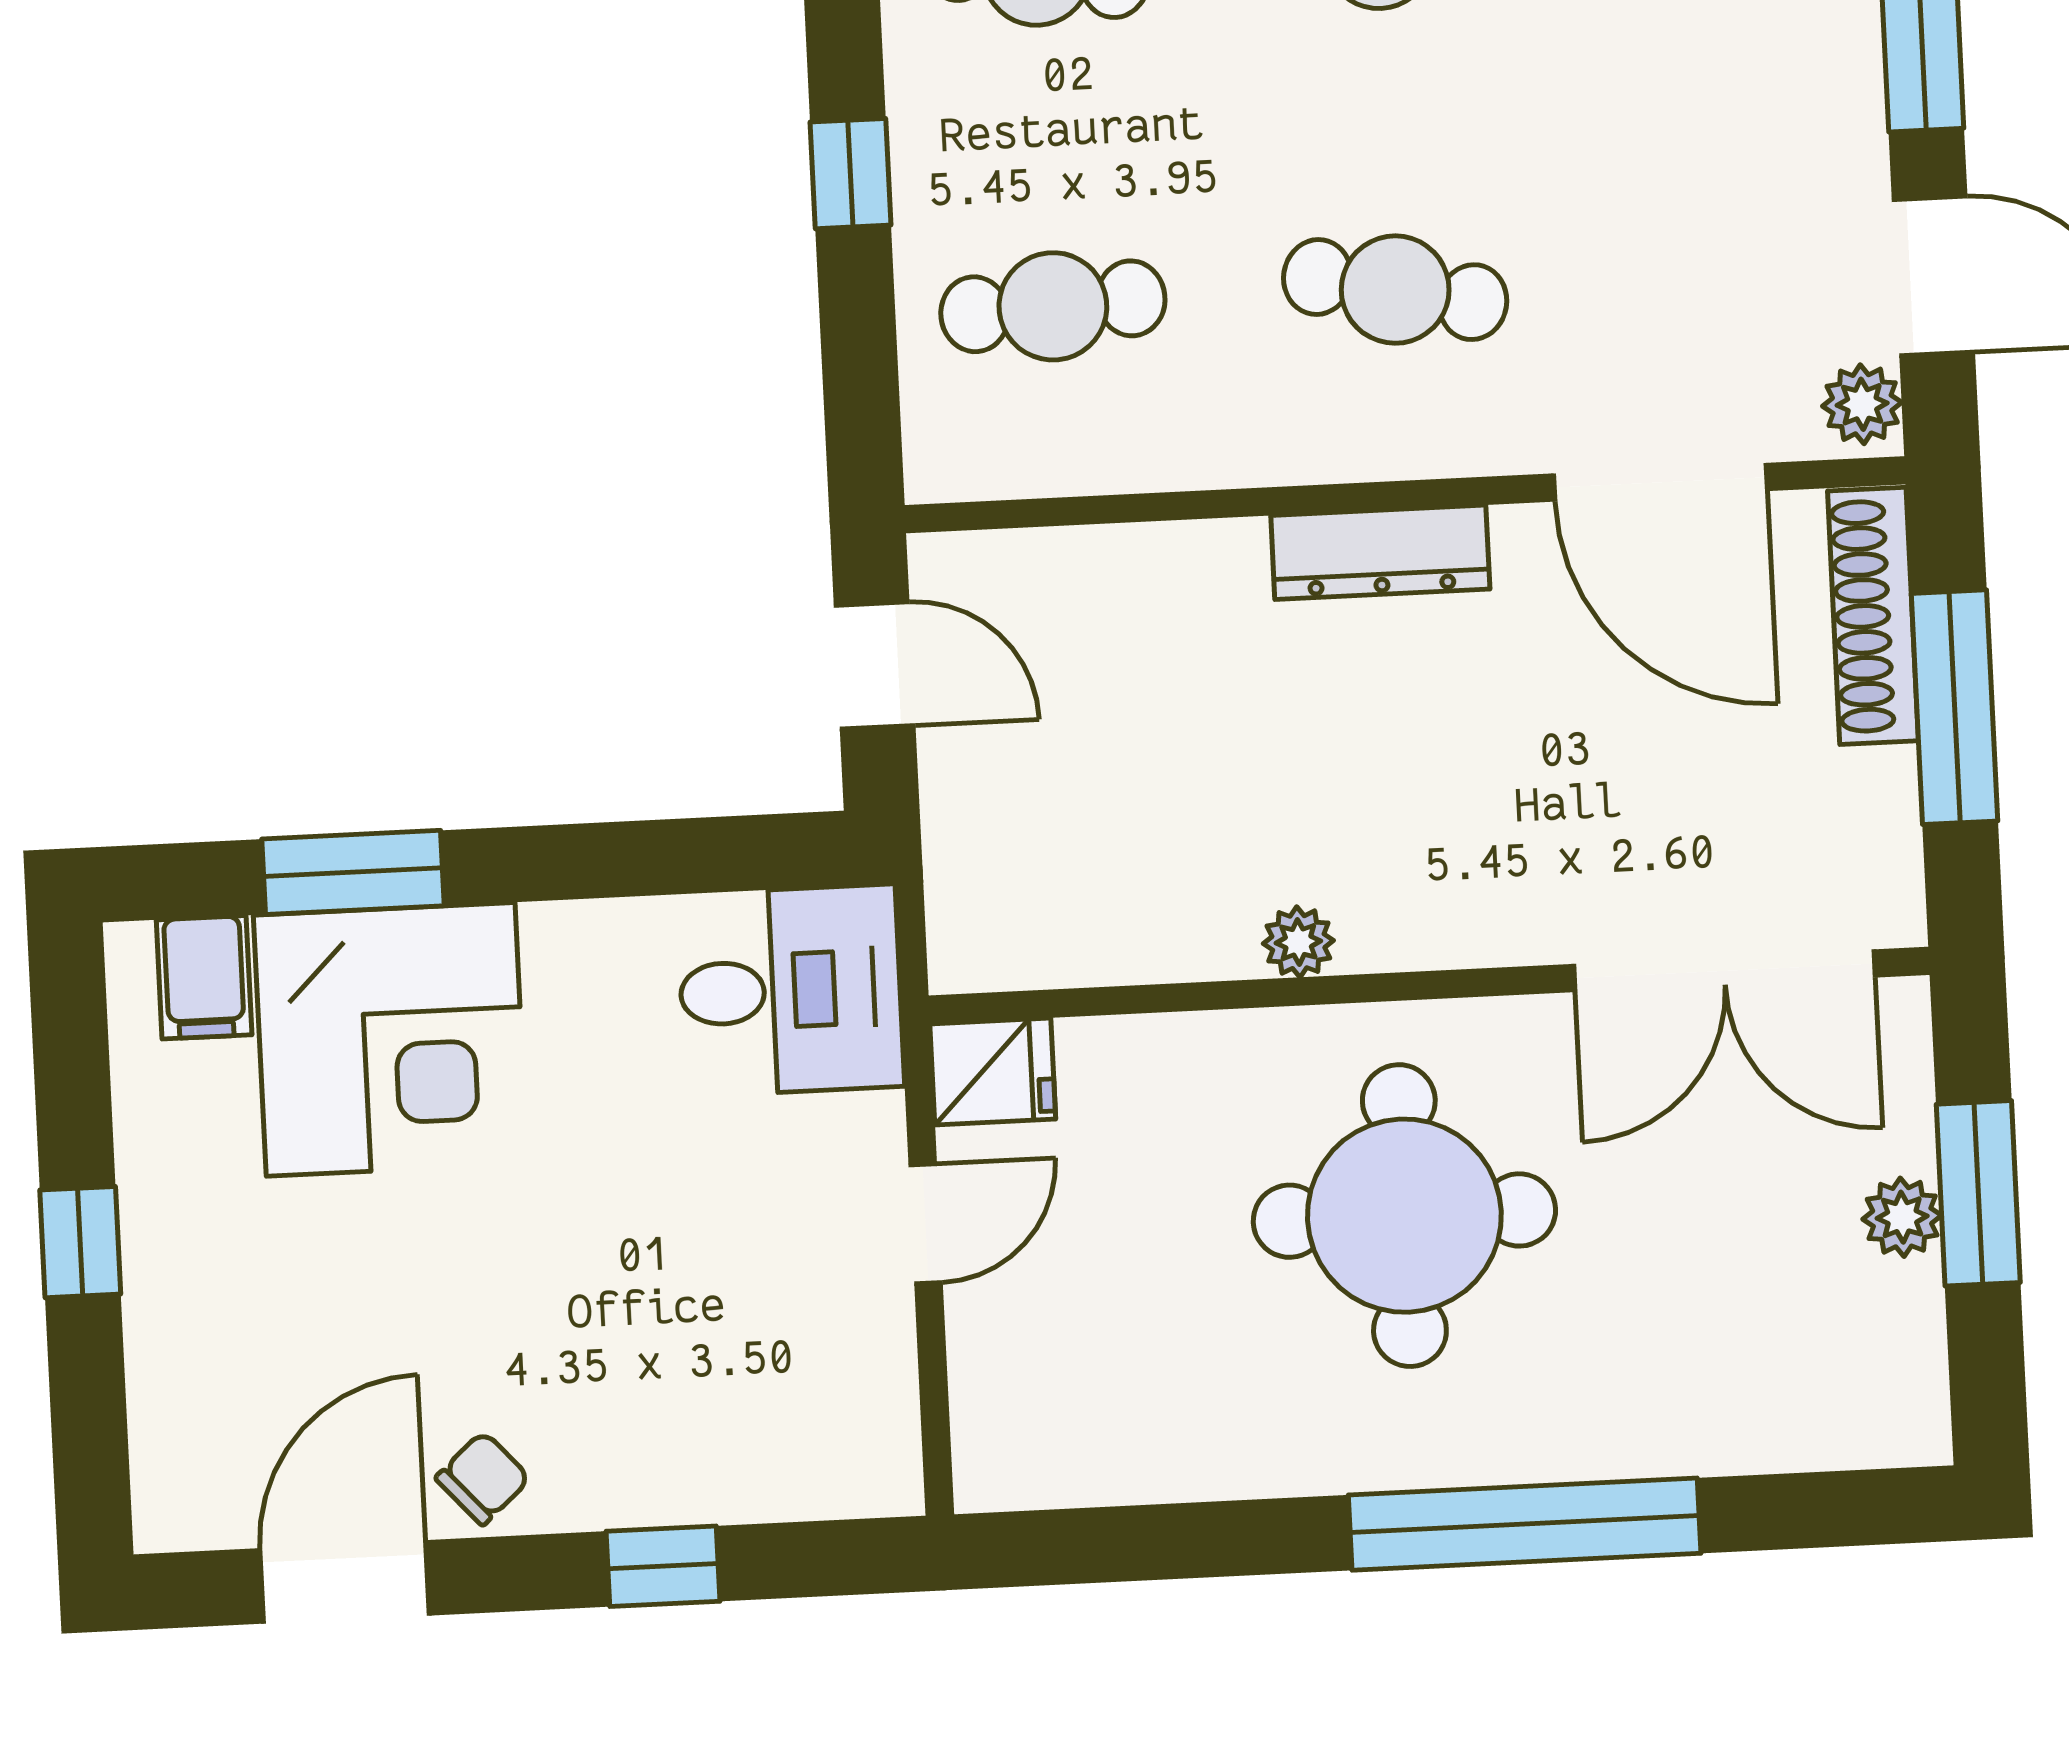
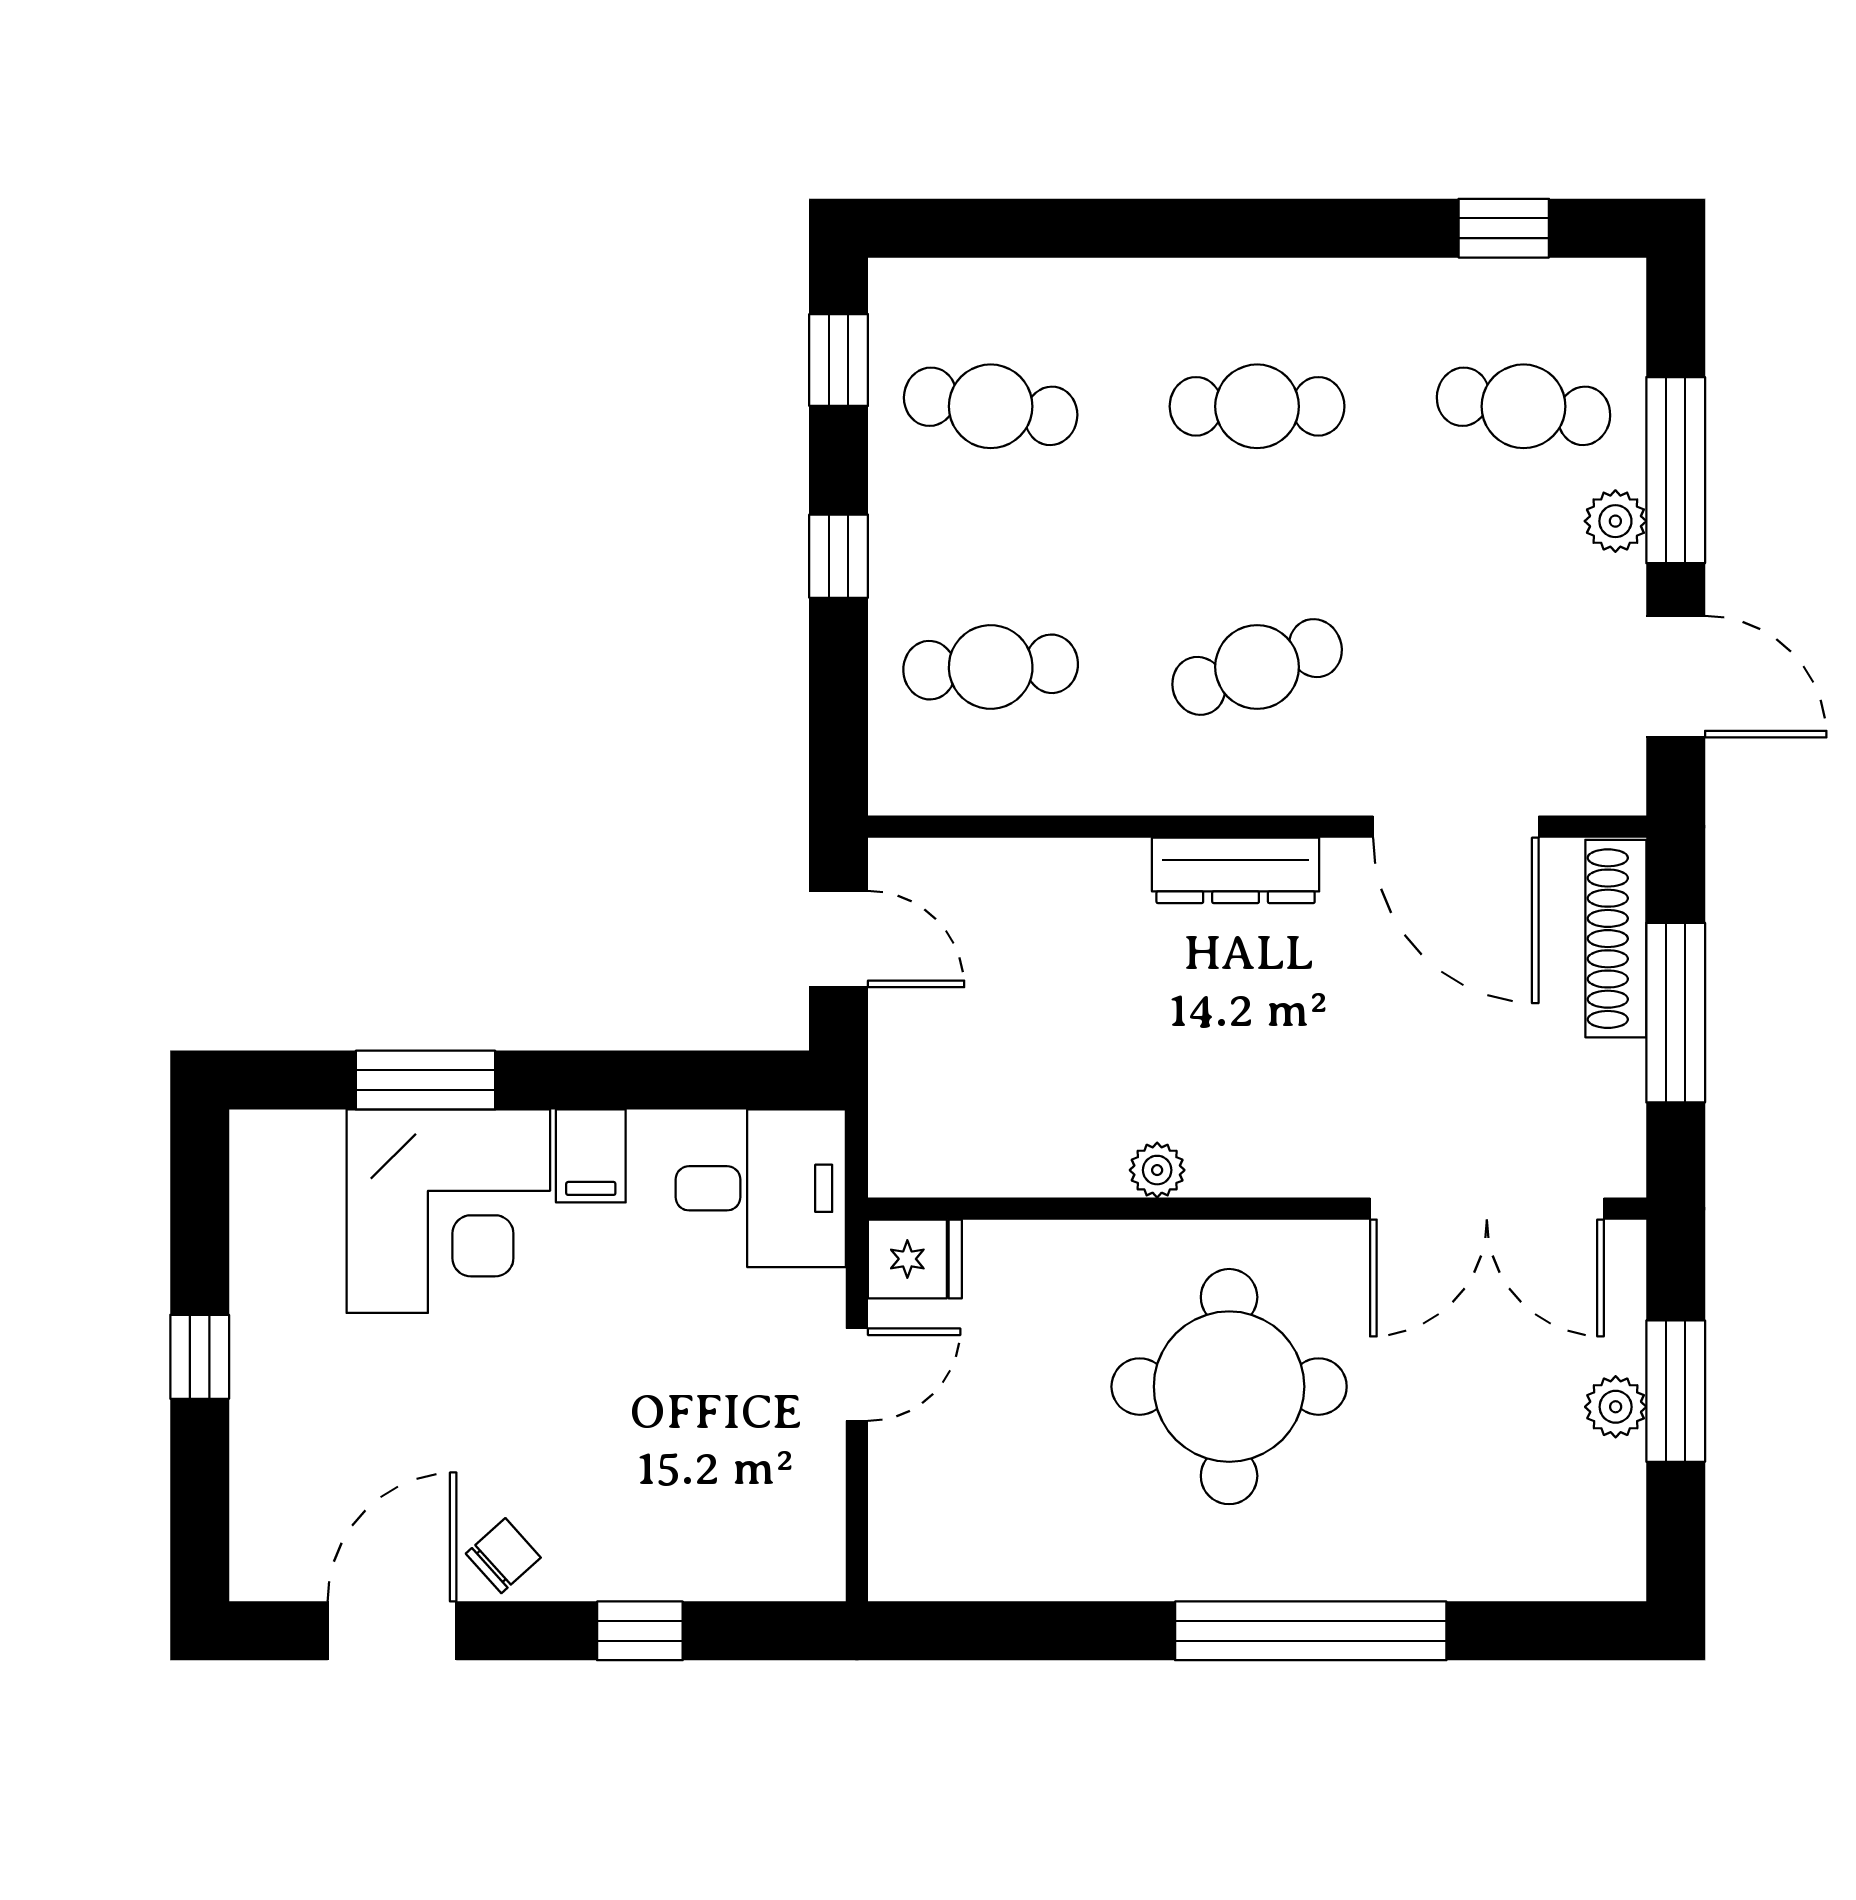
cafe table: (1395, 290) -> (1257, 667), turned -30
plant: (1862, 404) -> (1615, 521), moved
filing cabinet: (204, 977) -> (591, 1156), moved

